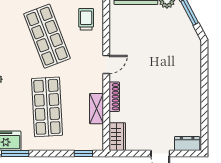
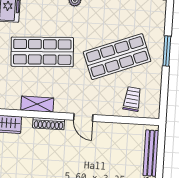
trolley: (86, 19) -> (132, 99), turned -84

